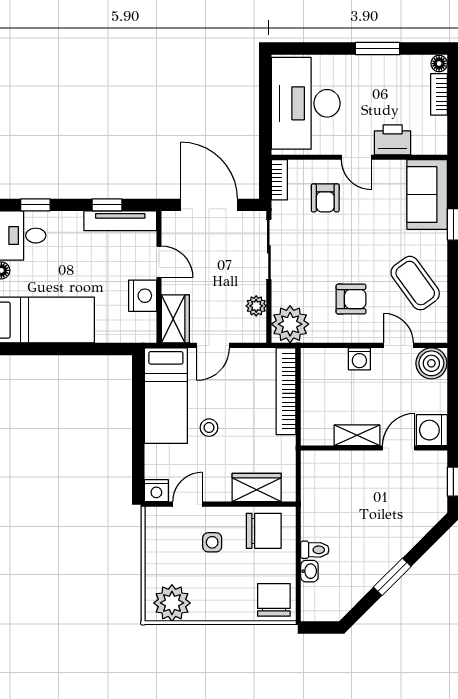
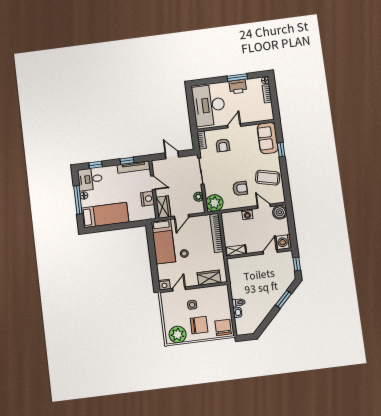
printer: (393, 140) -> (238, 87), moved, turned 180
door: (356, 157) -> (234, 126), swing flipped
door: (209, 205) -> (172, 155), width x0.53
coffee table: (415, 283) -> (268, 178), turned -41
shelving: (357, 435) -> (236, 250), moved
chair: (264, 531) -> (199, 325), moved
window: (392, 577) -> (284, 299), moved

